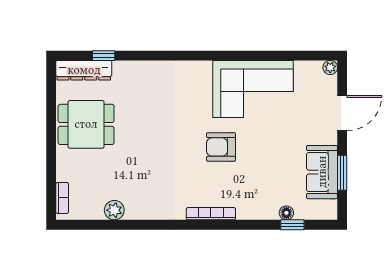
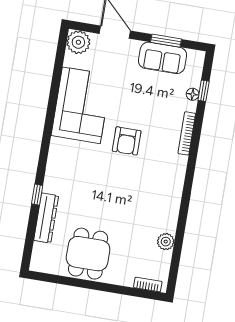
window: (104, 56) -> (37, 195), moved
plant: (330, 67) -> (78, 42), width x1.87, depth x1.87
dresser: (84, 70) -> (46, 218), moved
bookcase: (211, 214) -> (187, 133), moved

